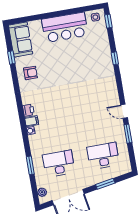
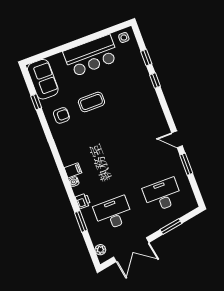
window: (108, 21) -> (146, 58), moved
coffee table: (58, 66) -> (91, 102), added
printer: (28, 110) -> (83, 201), moved

